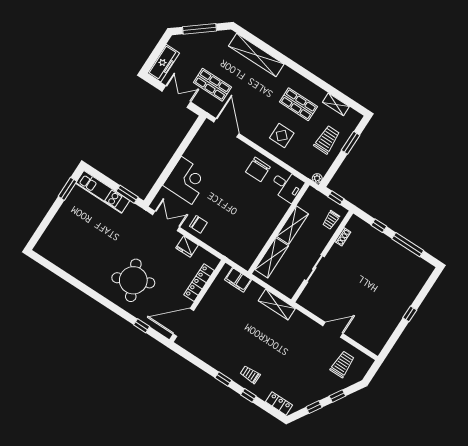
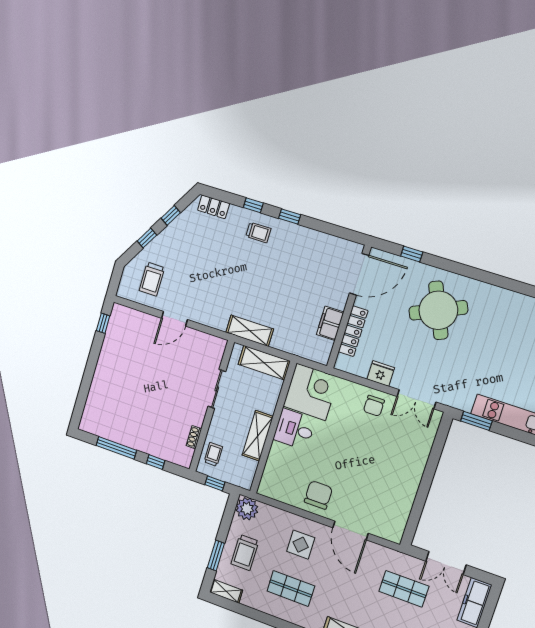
shelving: (336, 104) -> (226, 591), moved
door: (226, 128) -> (351, 530), moved
plant: (317, 178) -> (247, 509), width x1.87, depth x1.87
corner desk: (186, 180) -> (311, 392), moved, turned 180
desk: (287, 186) -> (294, 429), moved
chair: (198, 224) -> (374, 406), turned -90
shelving: (272, 258) -> (264, 363), moved, turned 90
filing cabinet: (238, 280) -> (330, 323), moved, turned -90
window: (410, 314) -> (103, 323), moved

